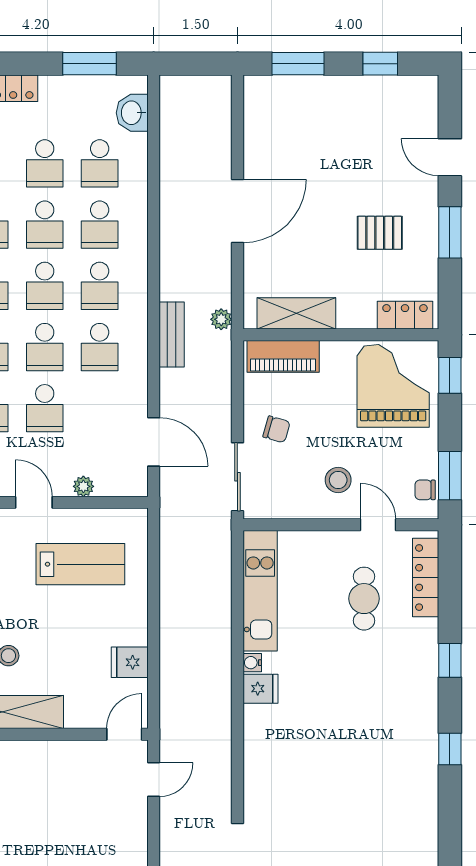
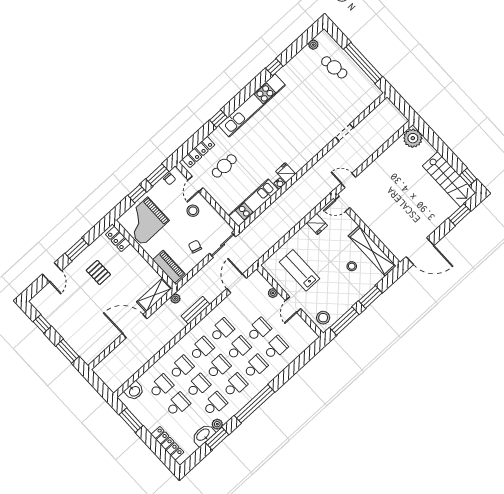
shelving: (296, 313) -> (154, 295), moved, turned 90
window: (450, 375) -> (137, 194), moved
kitchen unit: (421, 735) -> (252, 105), added
window: (450, 749) -> (274, 67), moved

